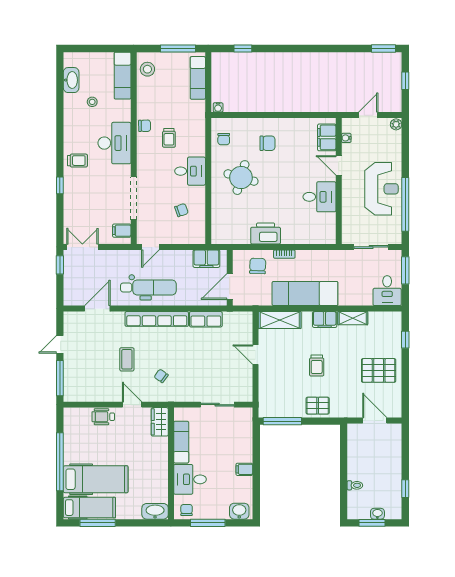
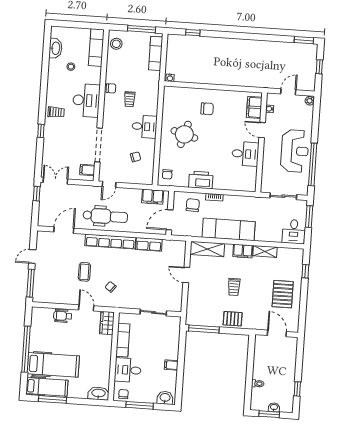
chair: (224, 139) -> (167, 174), moved
pallet: (379, 370) -> (283, 294), turned 90

